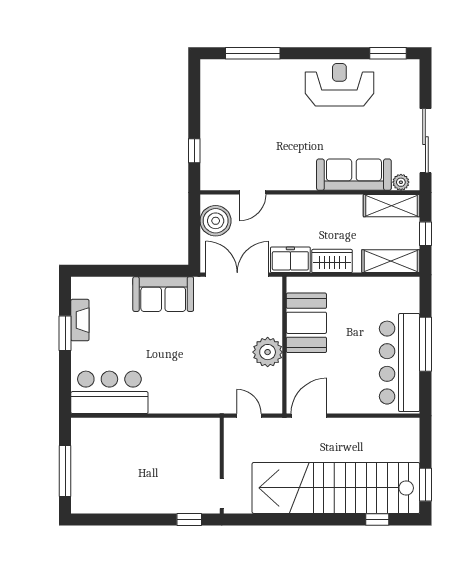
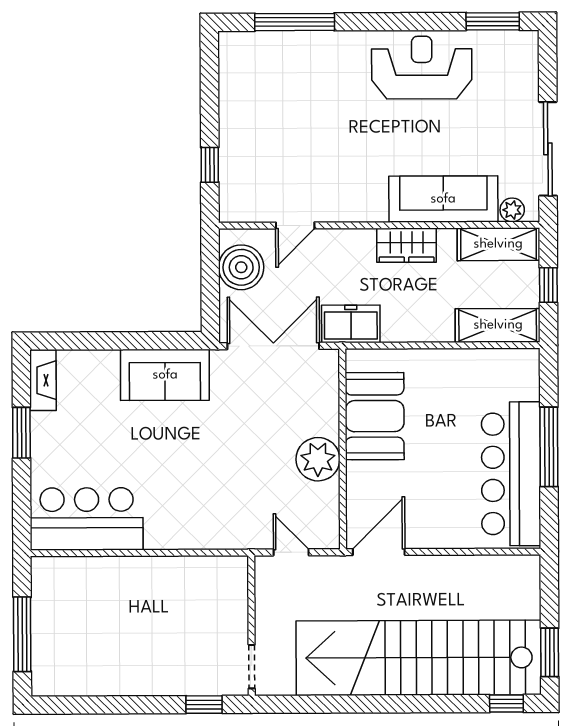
wardrobe: (332, 261) -> (406, 245), moved, turned 180
fireplace: (80, 320) -> (43, 380), moved
window: (377, 519) -> (506, 703), moved

